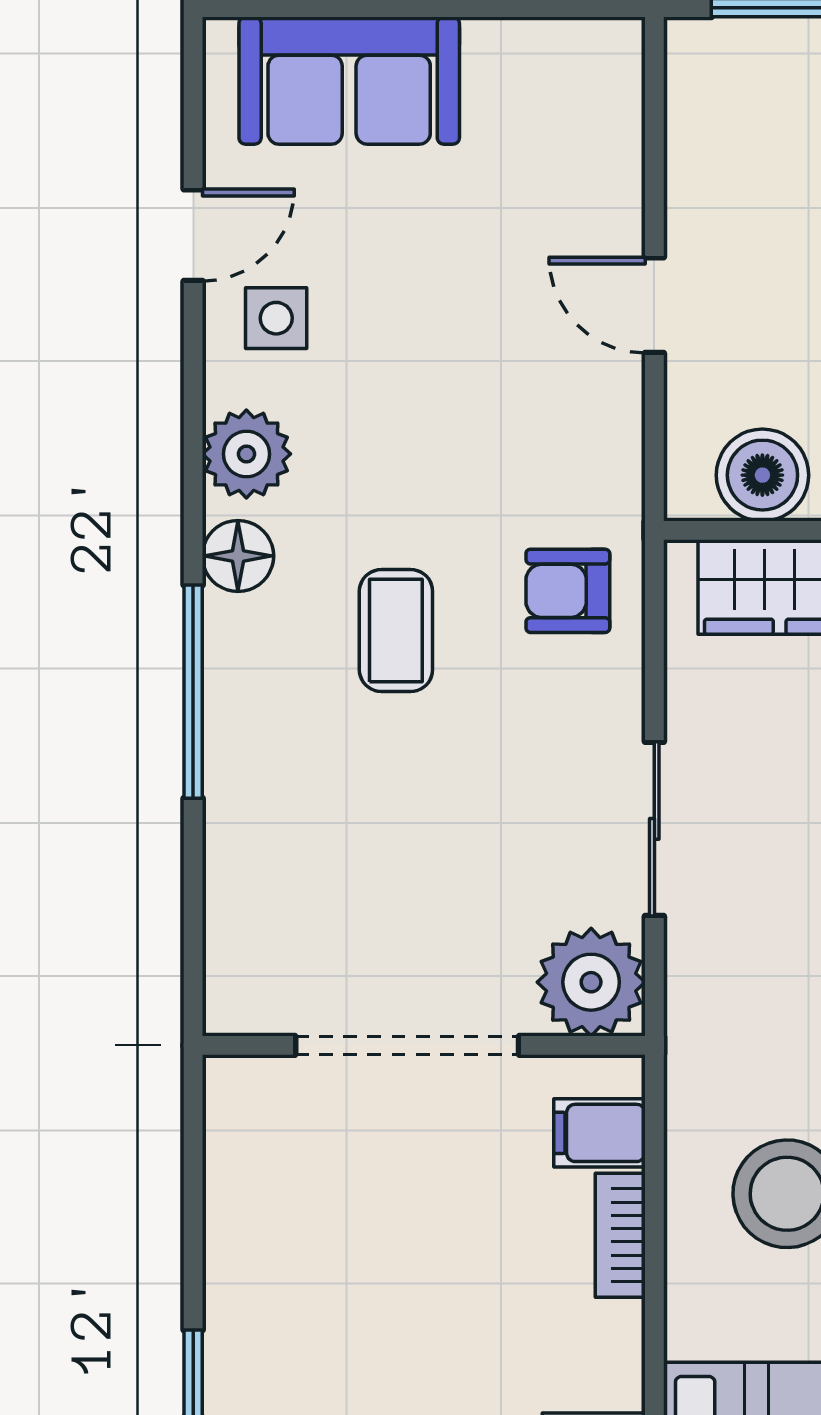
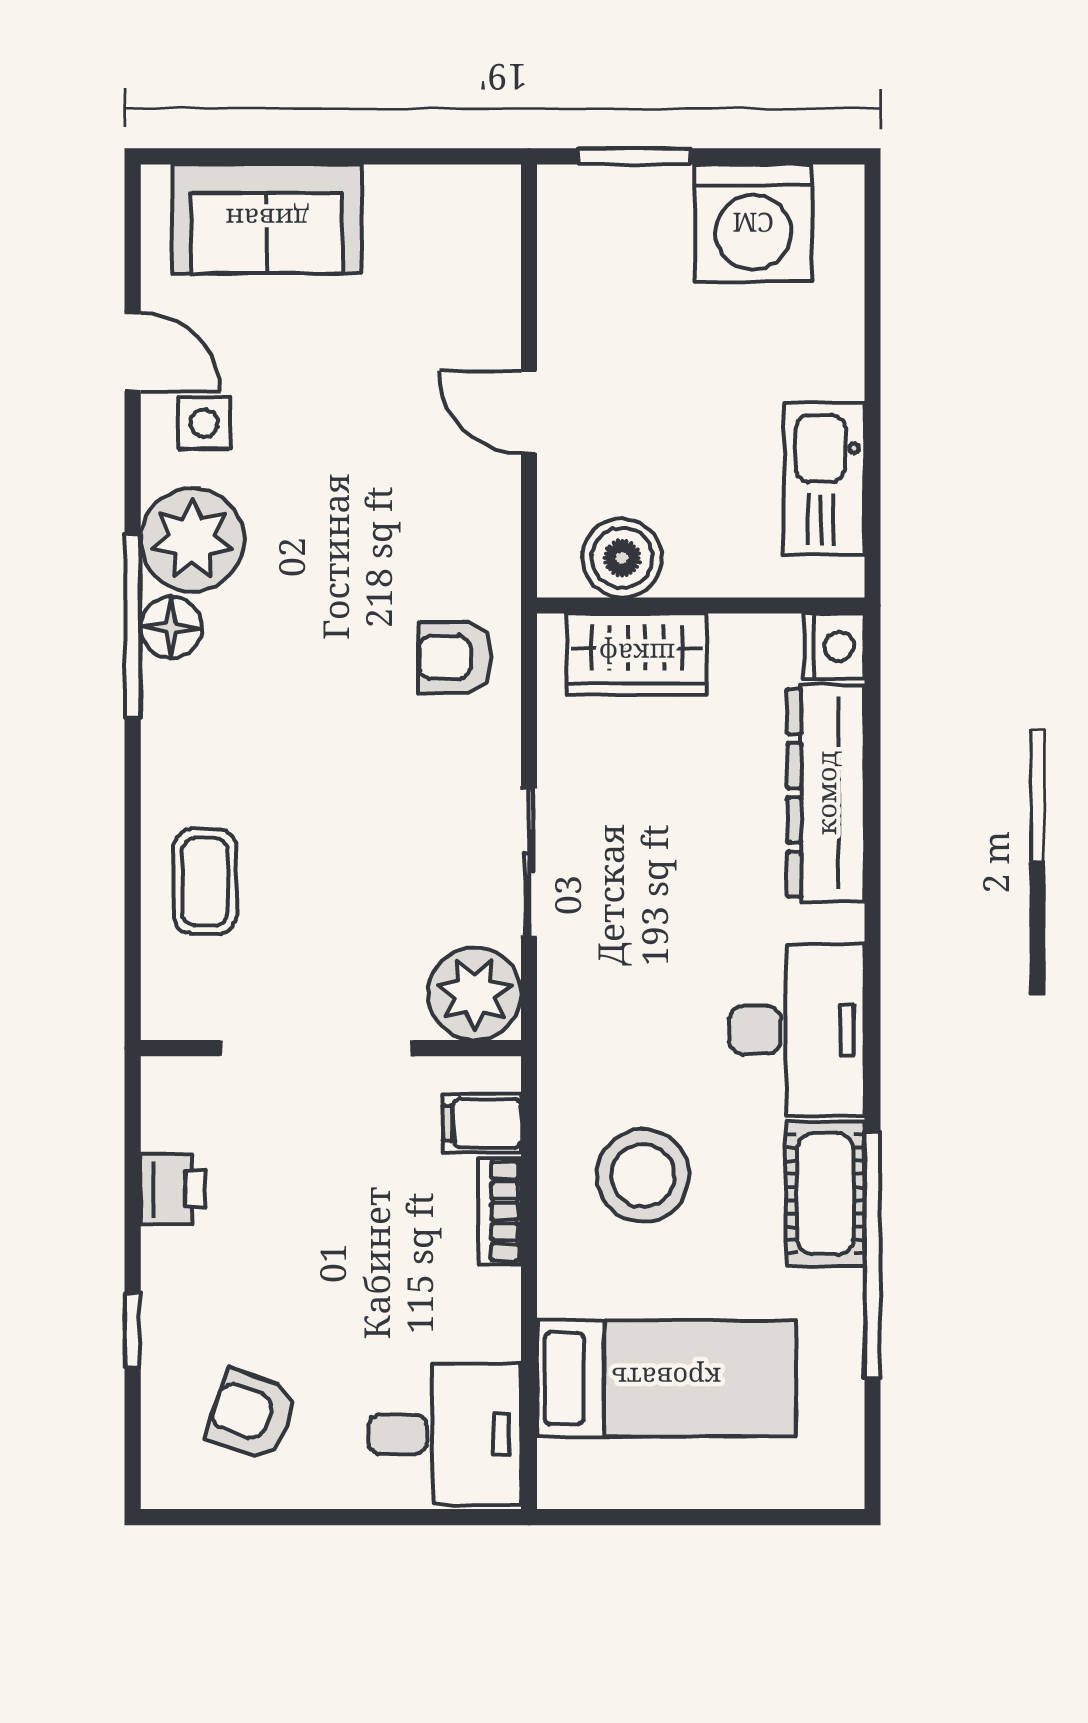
door: (193, 235) -> (133, 352), hinge flipped
plant: (246, 454) -> (192, 540), width x1.36, depth x1.36
coffee table: (396, 631) -> (205, 881), moved
window: (193, 692) -> (133, 626), moved
printer: (240, 1210) -> (173, 1189), added

